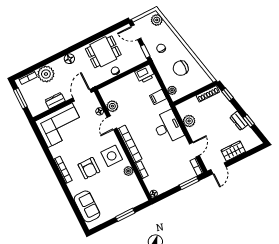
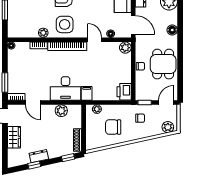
chair: (181, 68) -> (113, 127), turned -91
filing cabinet: (158, 97) -> (87, 93), moved
plant: (112, 106) -> (125, 48), moved

